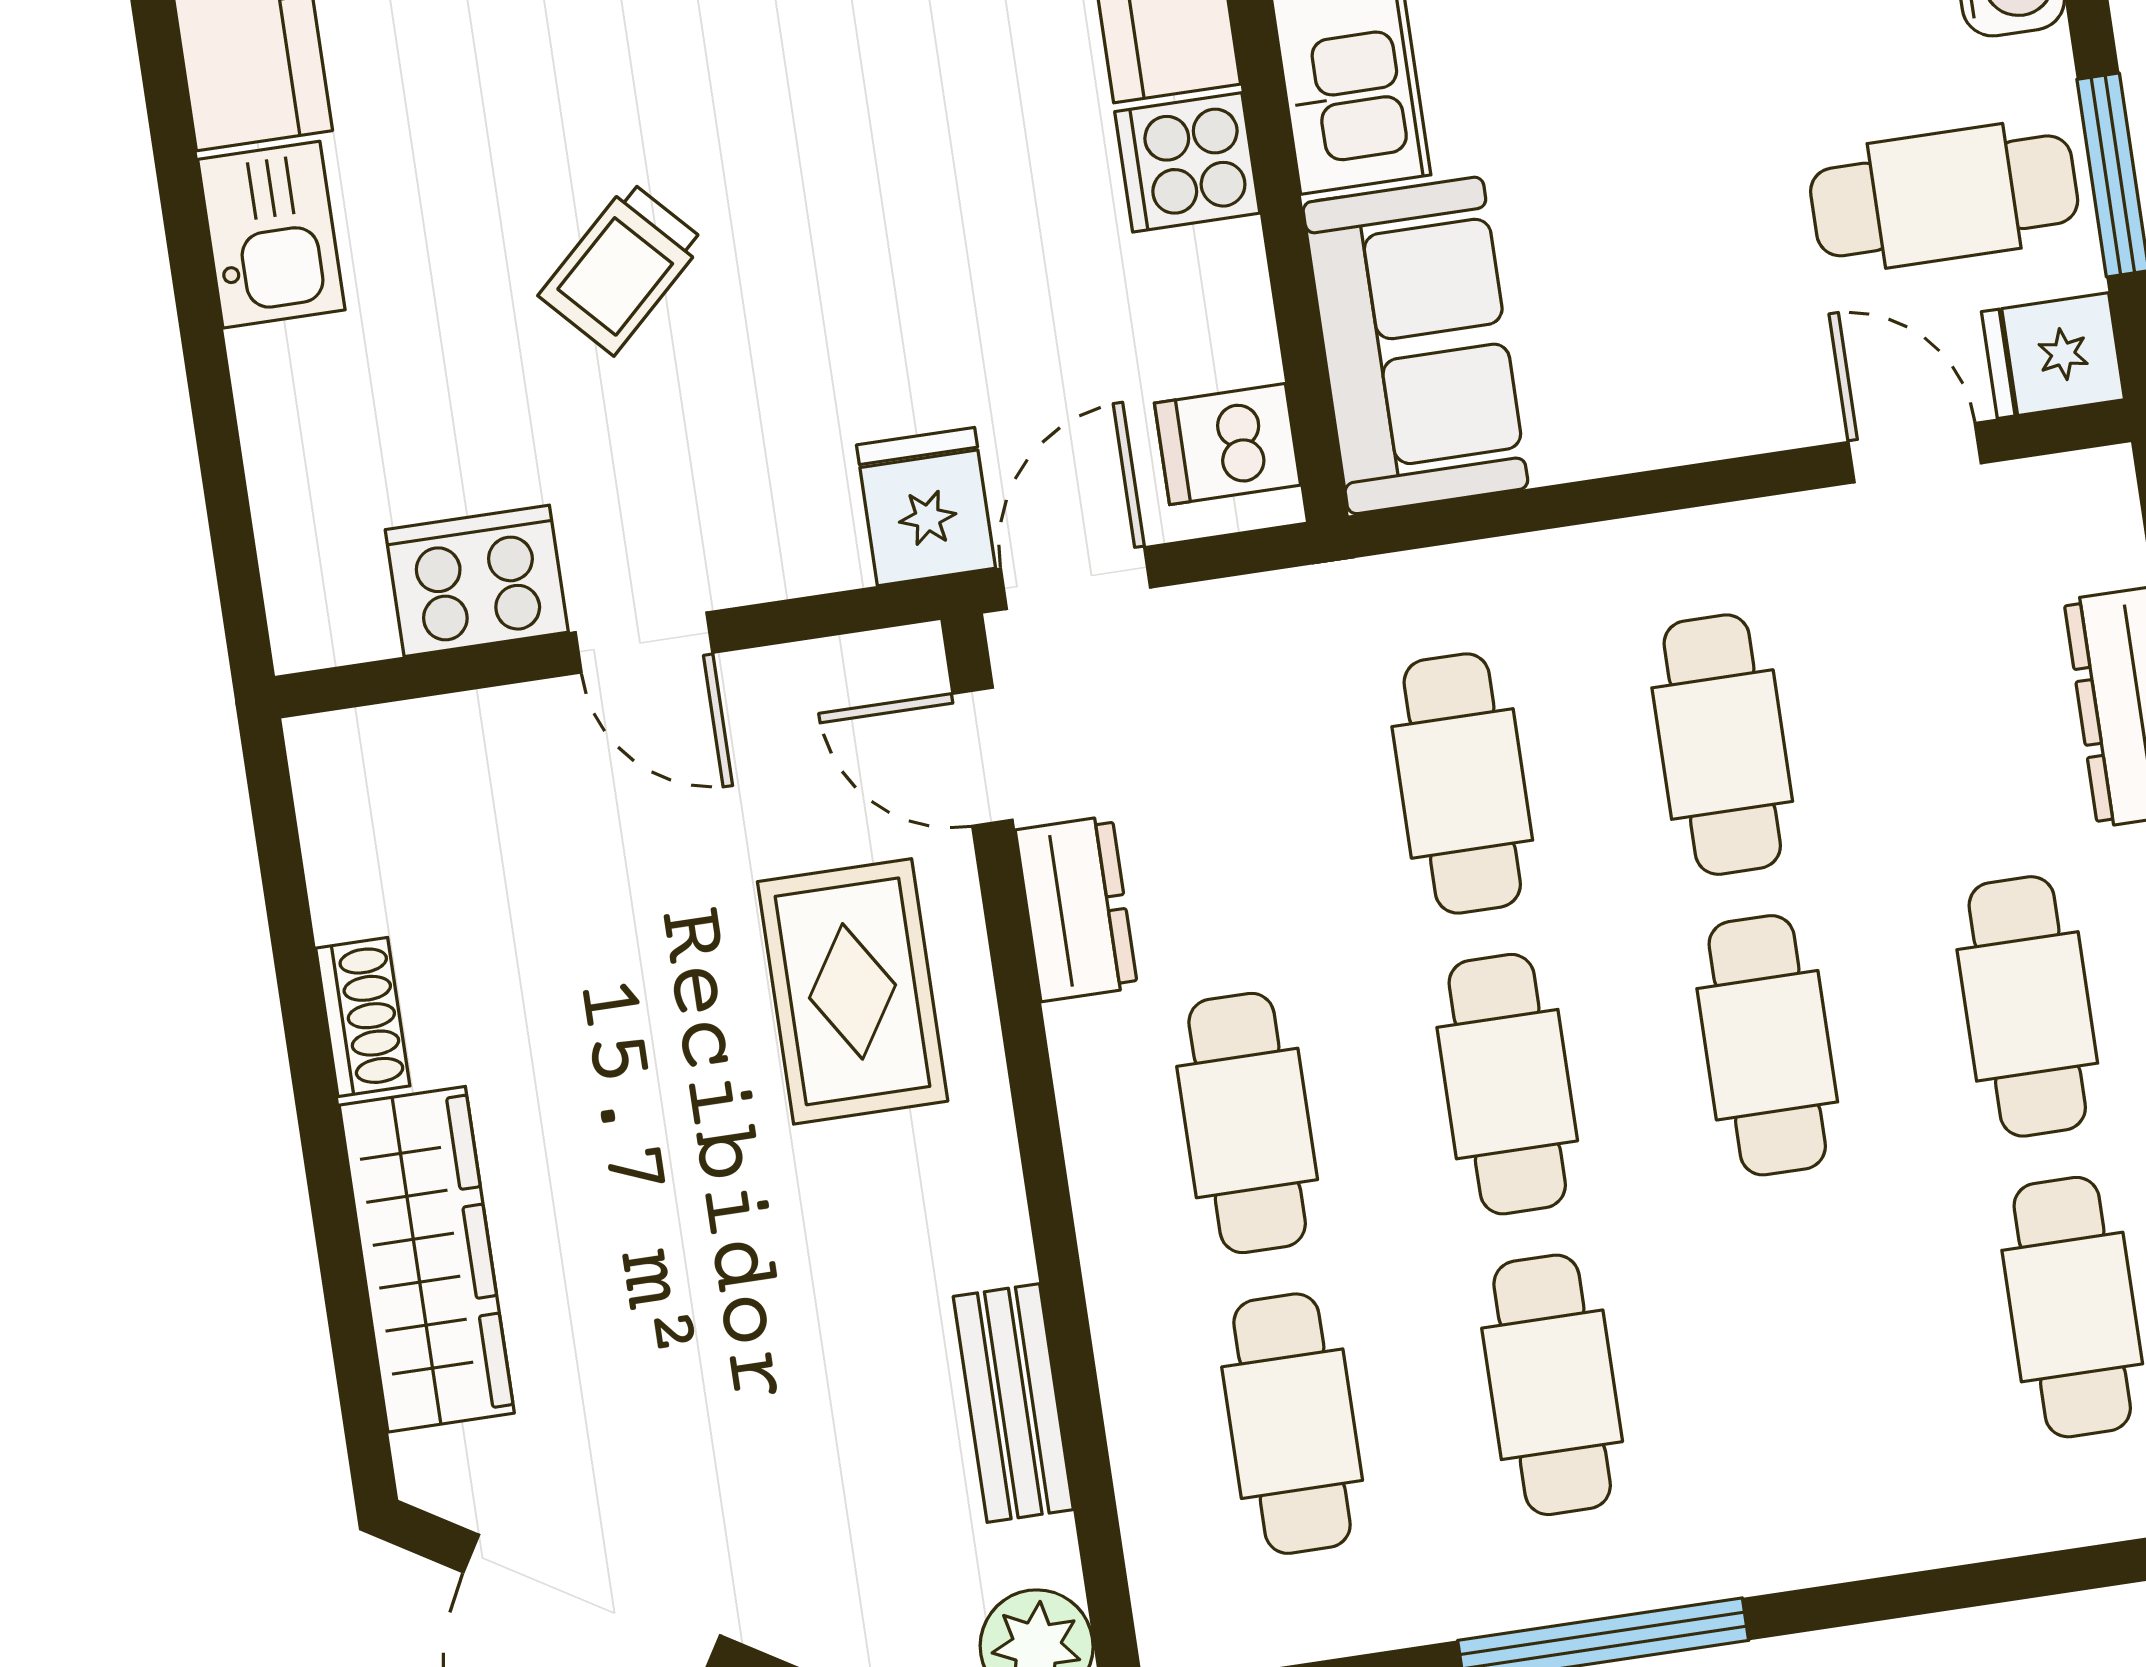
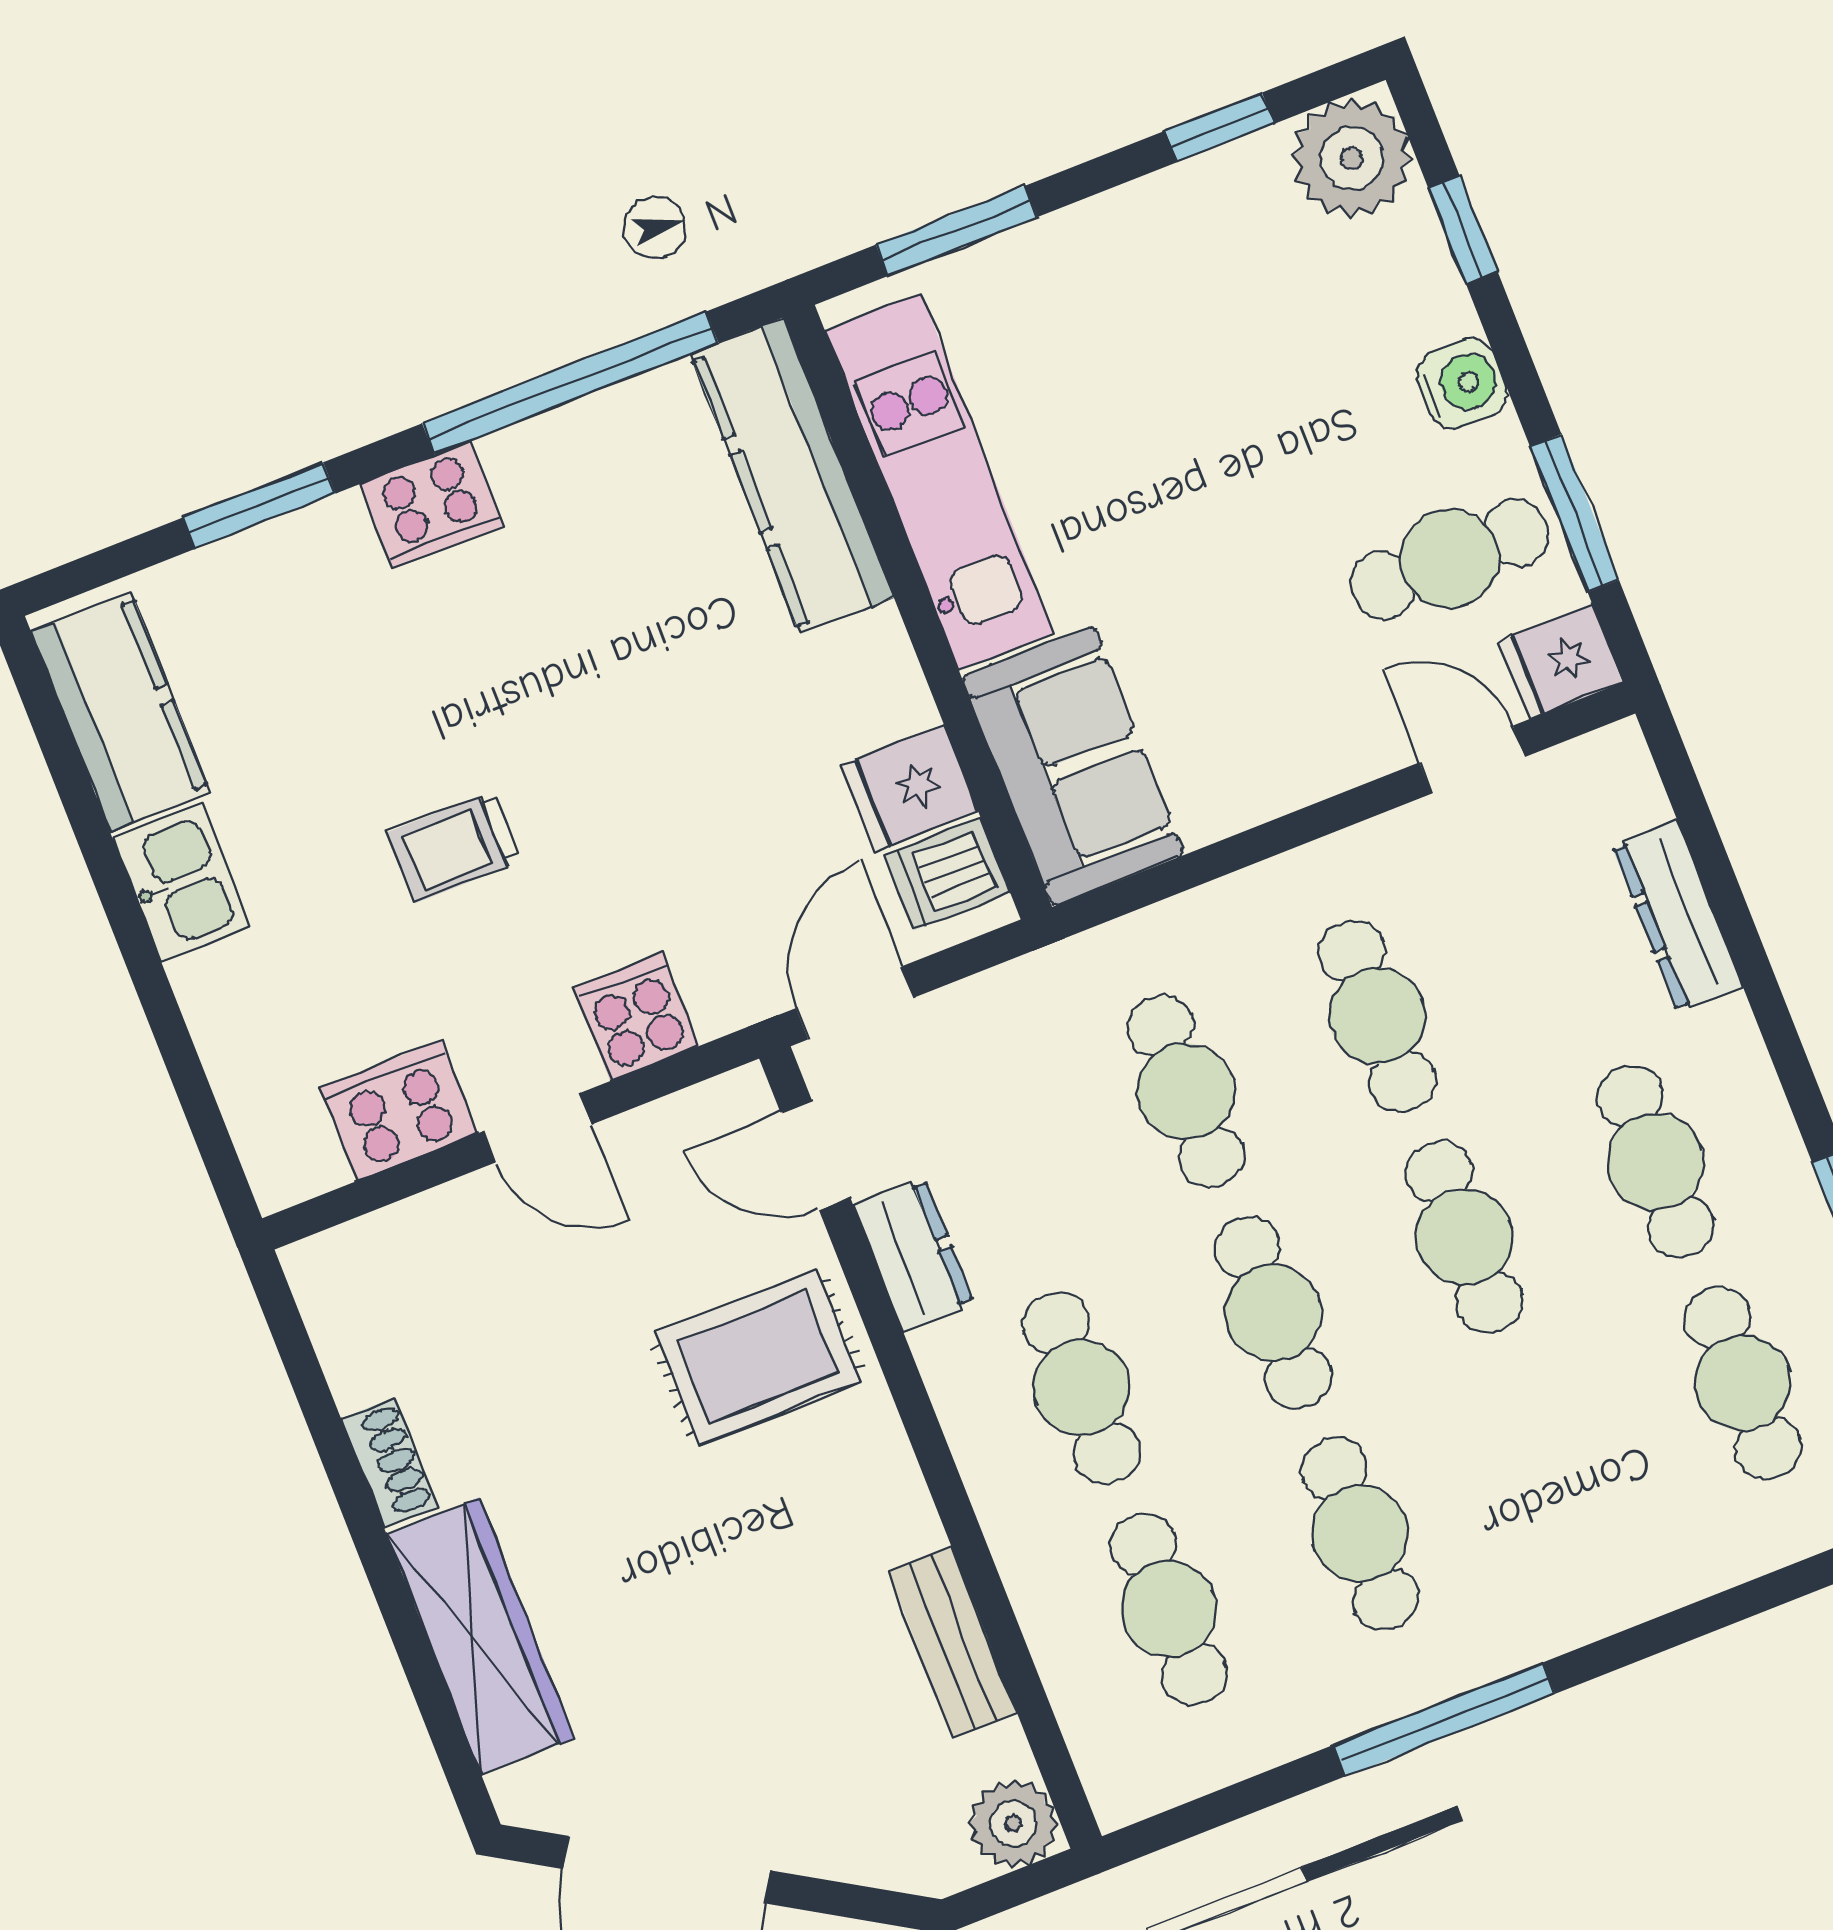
cooker: (1187, 162) -> (636, 1017), moved, turned 90
trolley: (622, 268) -> (455, 847), turned 43
fridge: (926, 507) -> (909, 788), moved, turned -90
rug: (853, 991) -> (758, 1357), turned 90

